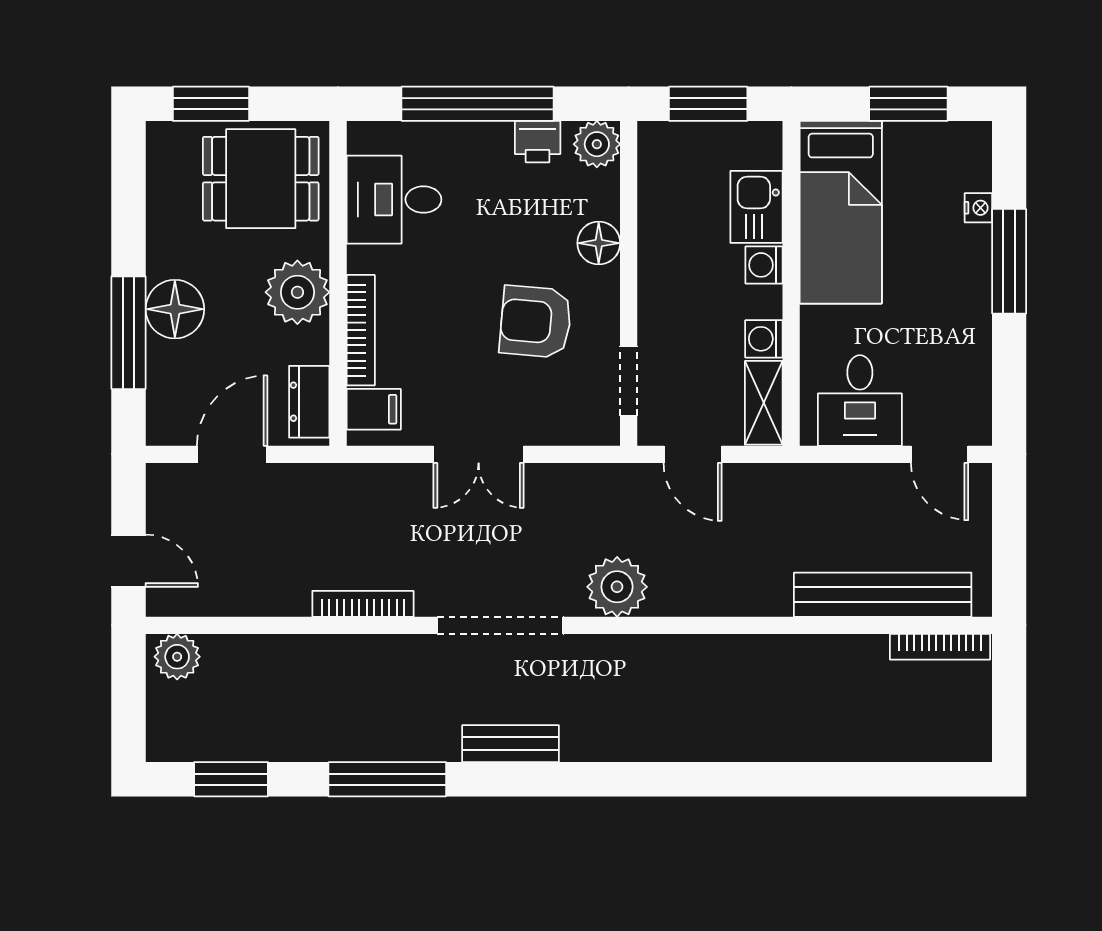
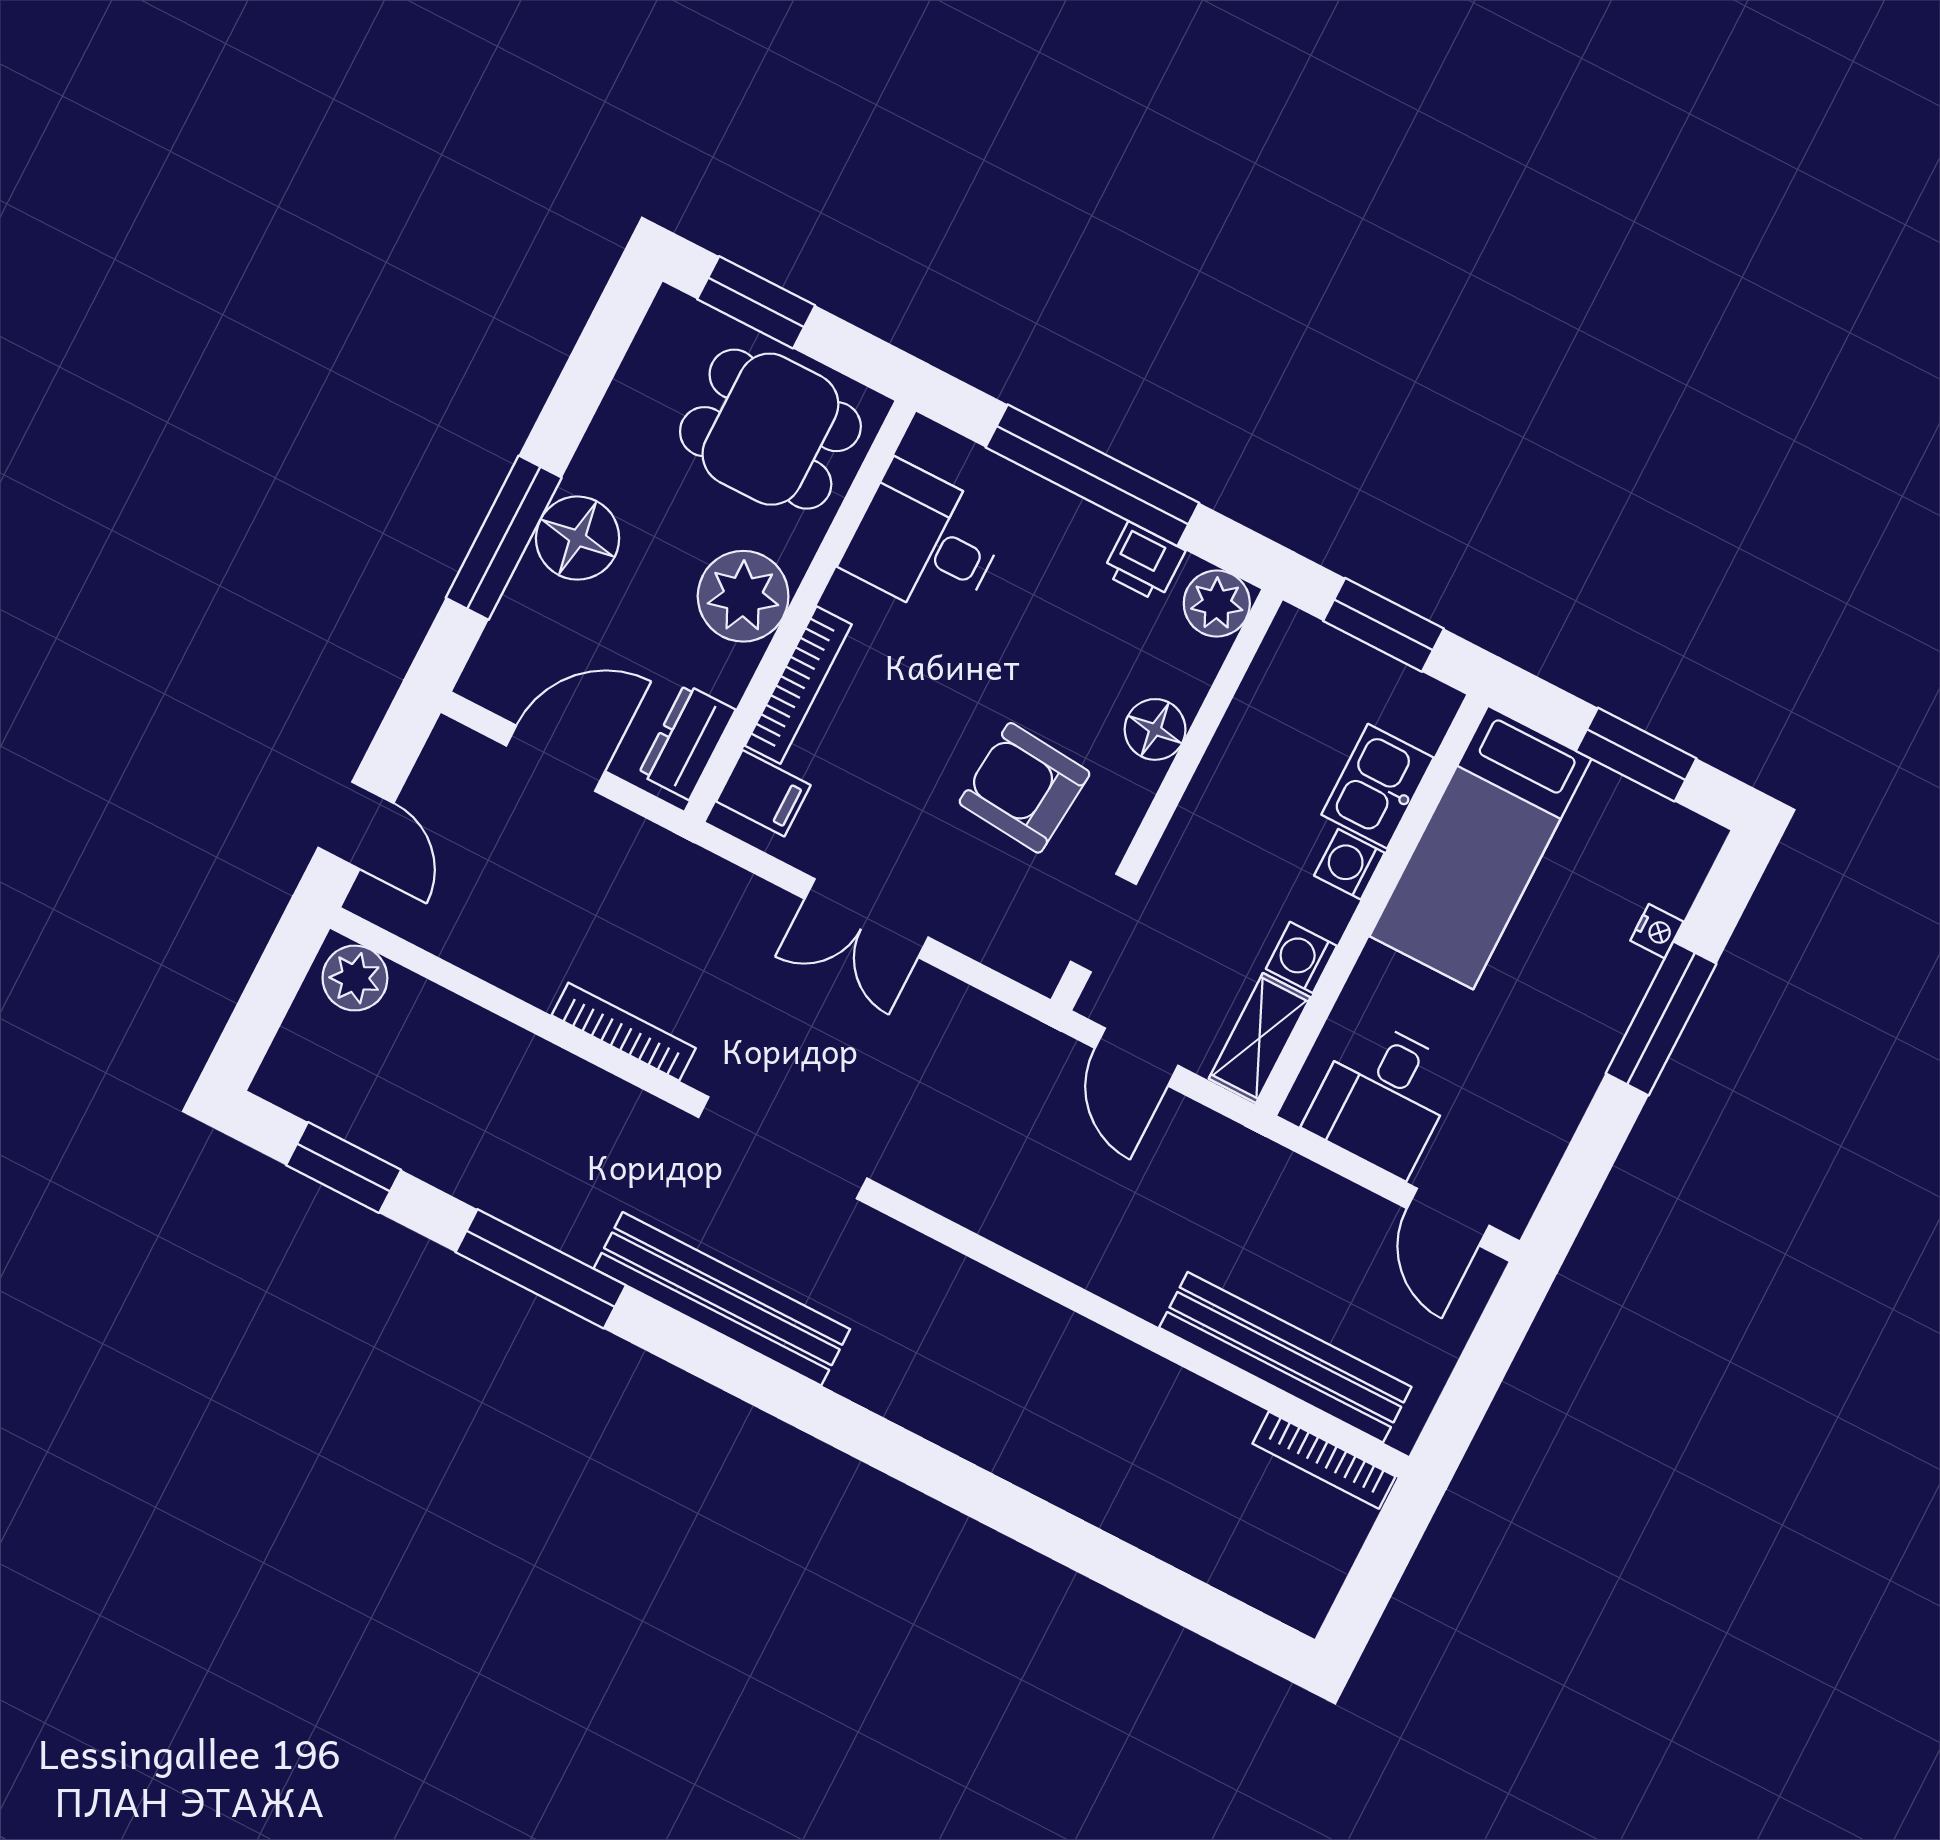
plant: (617, 587) -> (955, 1175), removed
bench: (511, 744) -> (722, 1299), width x1.86, depth x1.21

